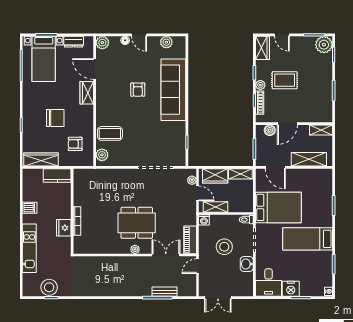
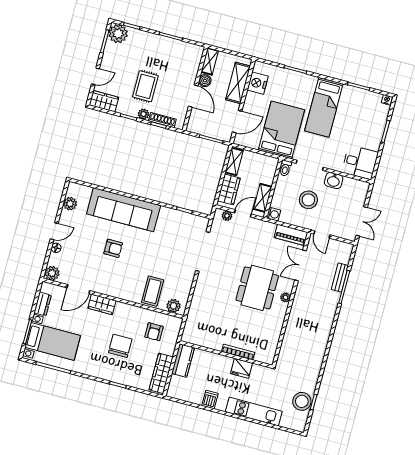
boiler: (270, 130) -> (205, 81), moved
nightstand: (291, 289) -> (258, 83), moved, turned 180

